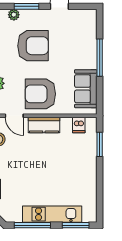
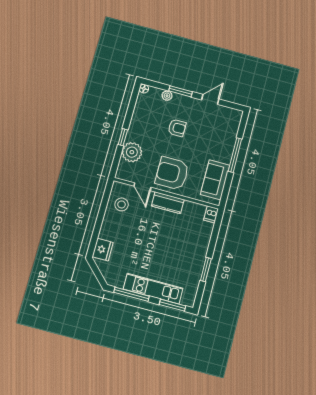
armchair: (33, 46) -> (177, 128), width x0.53, depth x0.53
dishwasher: (79, 125) -> (211, 214), moved
window: (100, 144) -> (206, 270), moved

